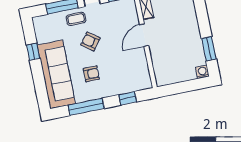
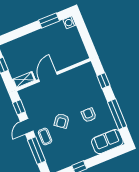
door: (144, 35) -> (48, 77), swing flipped
sofa: (56, 74) -> (107, 142), width x0.54, depth x0.79

